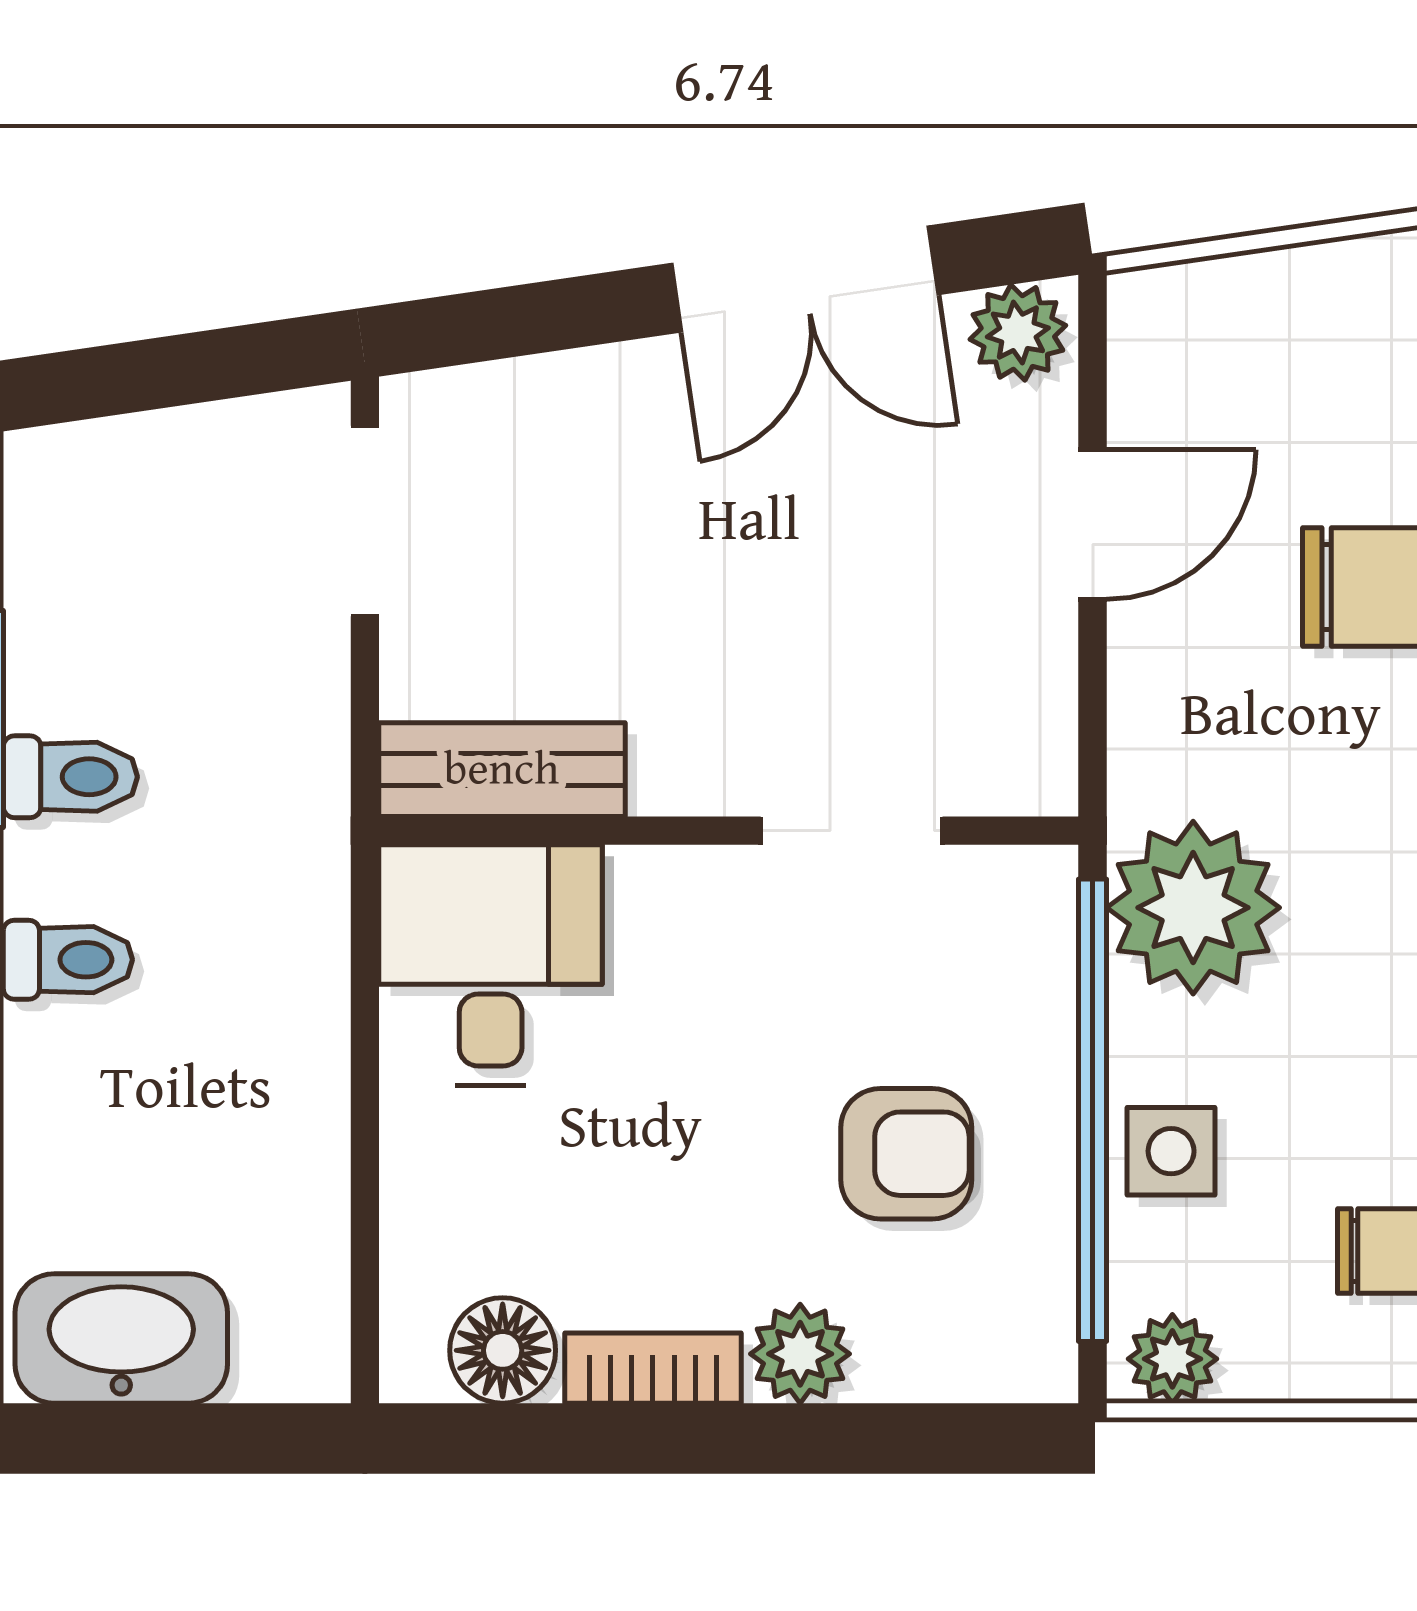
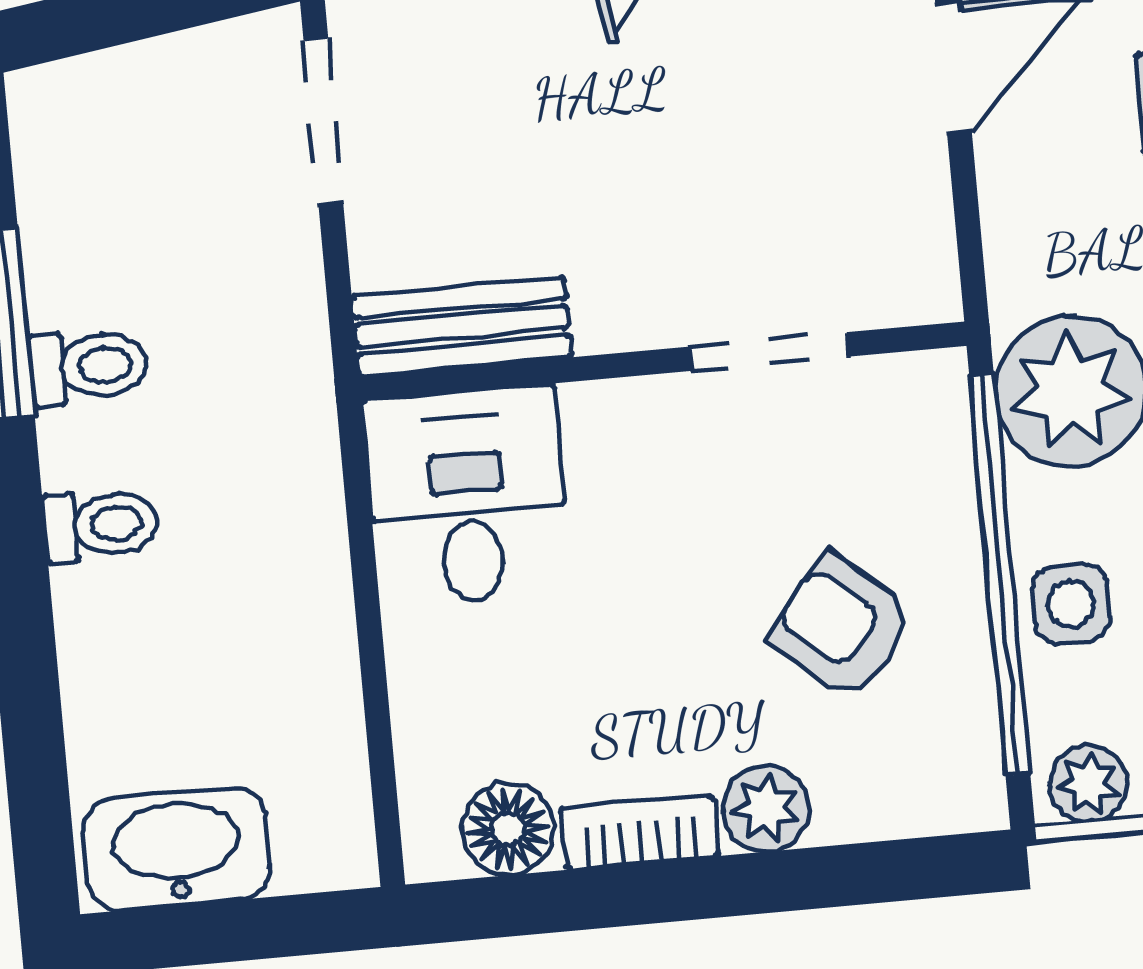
armchair: (906, 1154) -> (842, 627), turned -140

